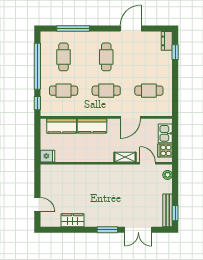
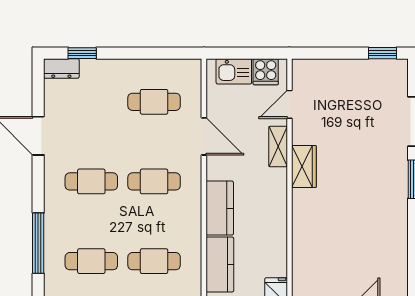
cafe table: (64, 91) -> (154, 261), turned 90
cafe table: (106, 91) -> (154, 181), turned 90
cafe table: (149, 91) -> (154, 102), turned 90
plant: (168, 175) -> (311, 67), removed
bench: (168, 210) -> (377, 67), removed
wardrobe: (72, 220) -> (304, 166), moved, turned 180

